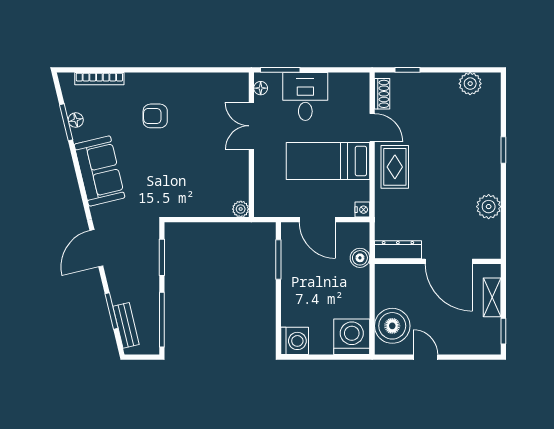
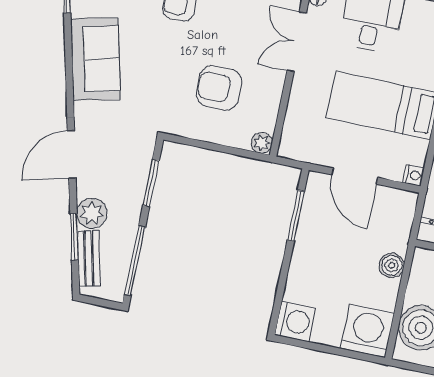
armchair: (199, 174) -> (219, 88), added
boiler: (360, 258) -> (392, 265), moved
plant: (121, 290) -> (92, 213), added

